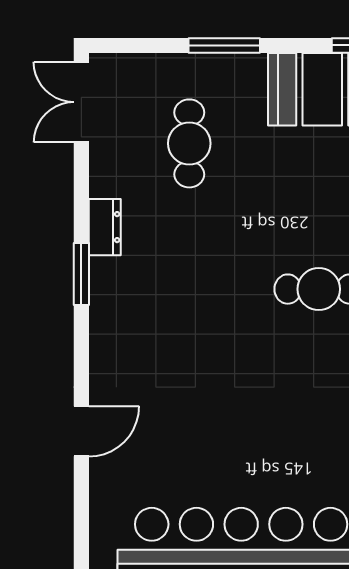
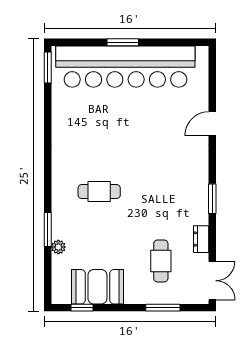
window: (224, 45) -> (163, 308), moved
dresser: (105, 227) -> (201, 239), moved

